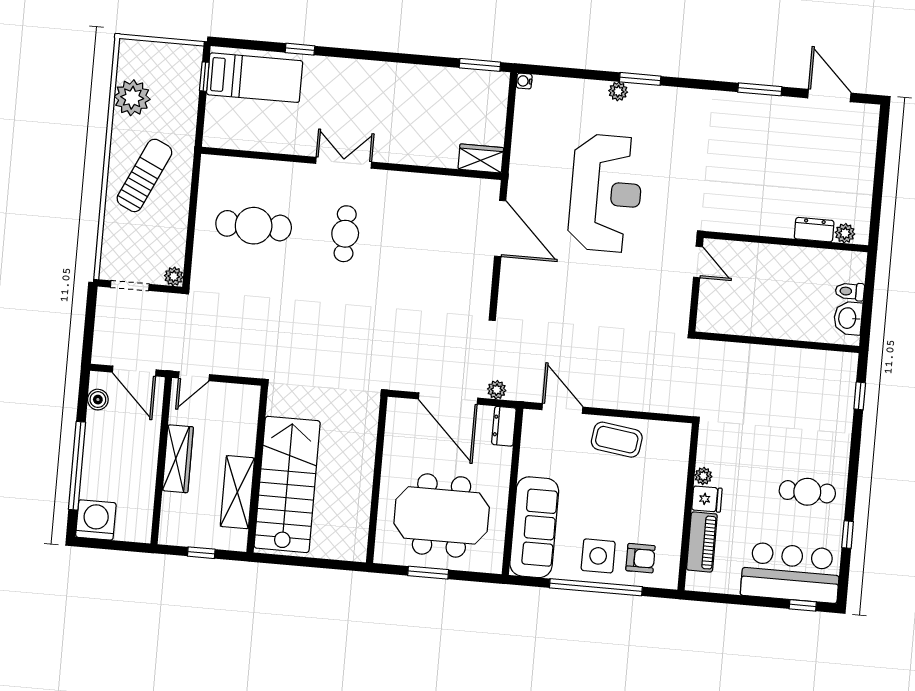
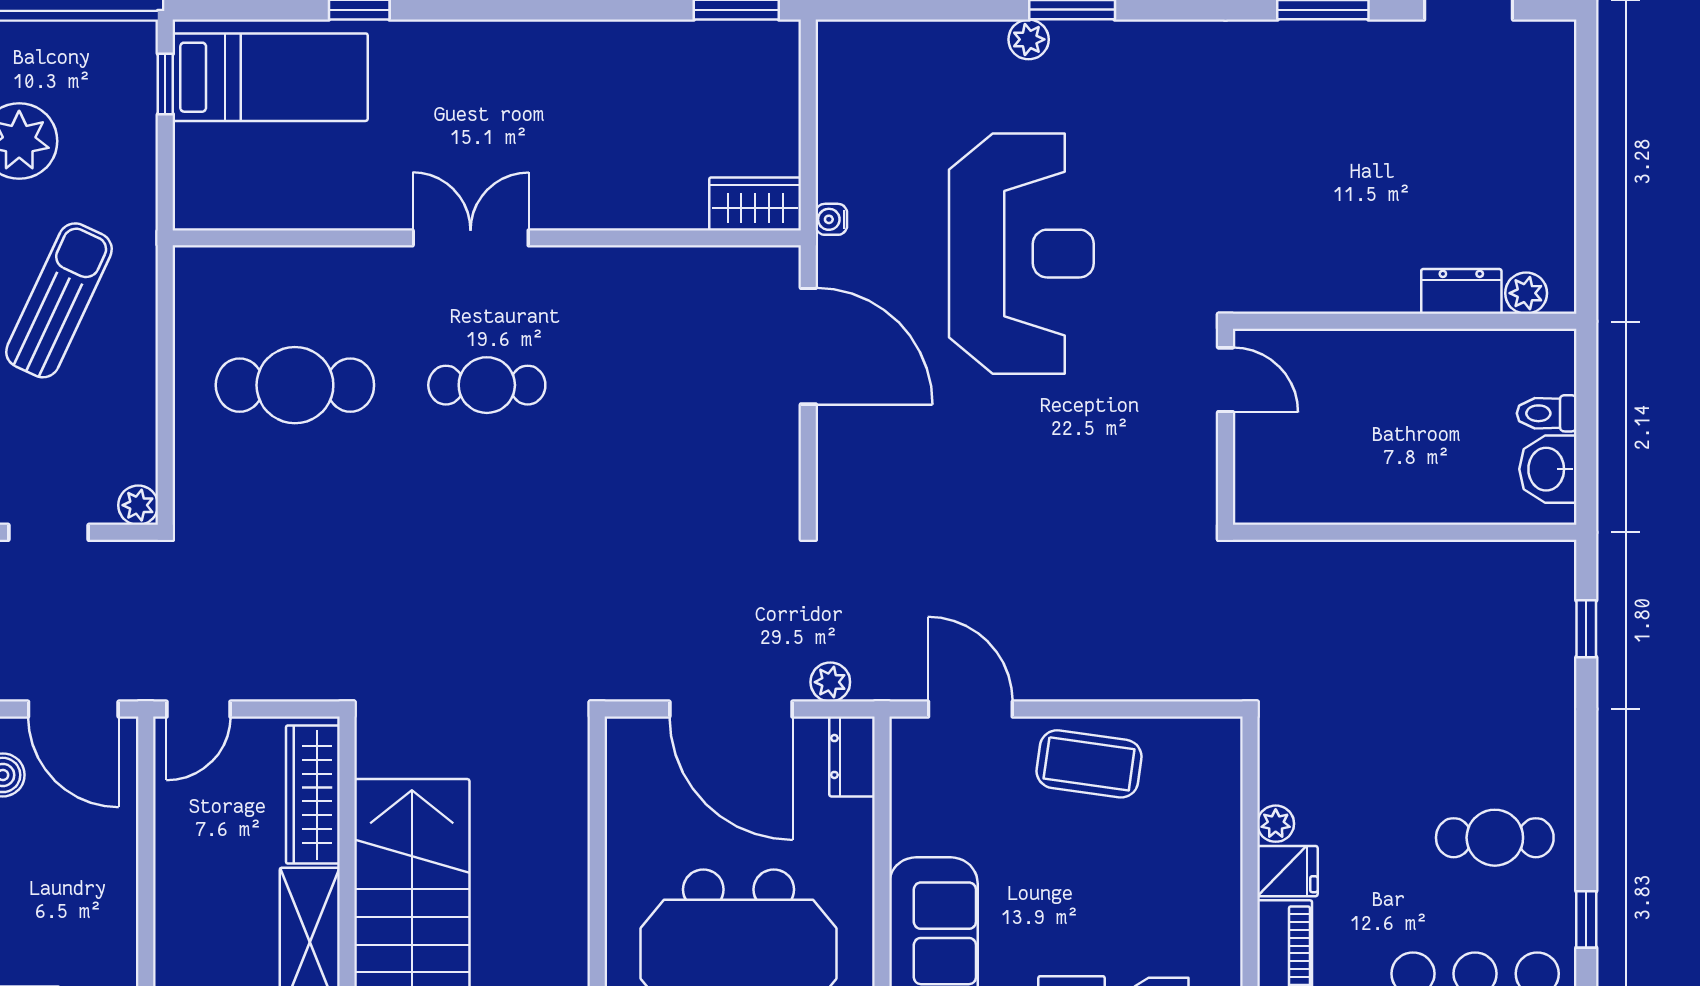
water cooler: (524, 81) -> (831, 219), moved
cafe table: (345, 234) -> (487, 385), turned 90
wardrobe: (178, 459) -> (313, 795), moved, turned 180

